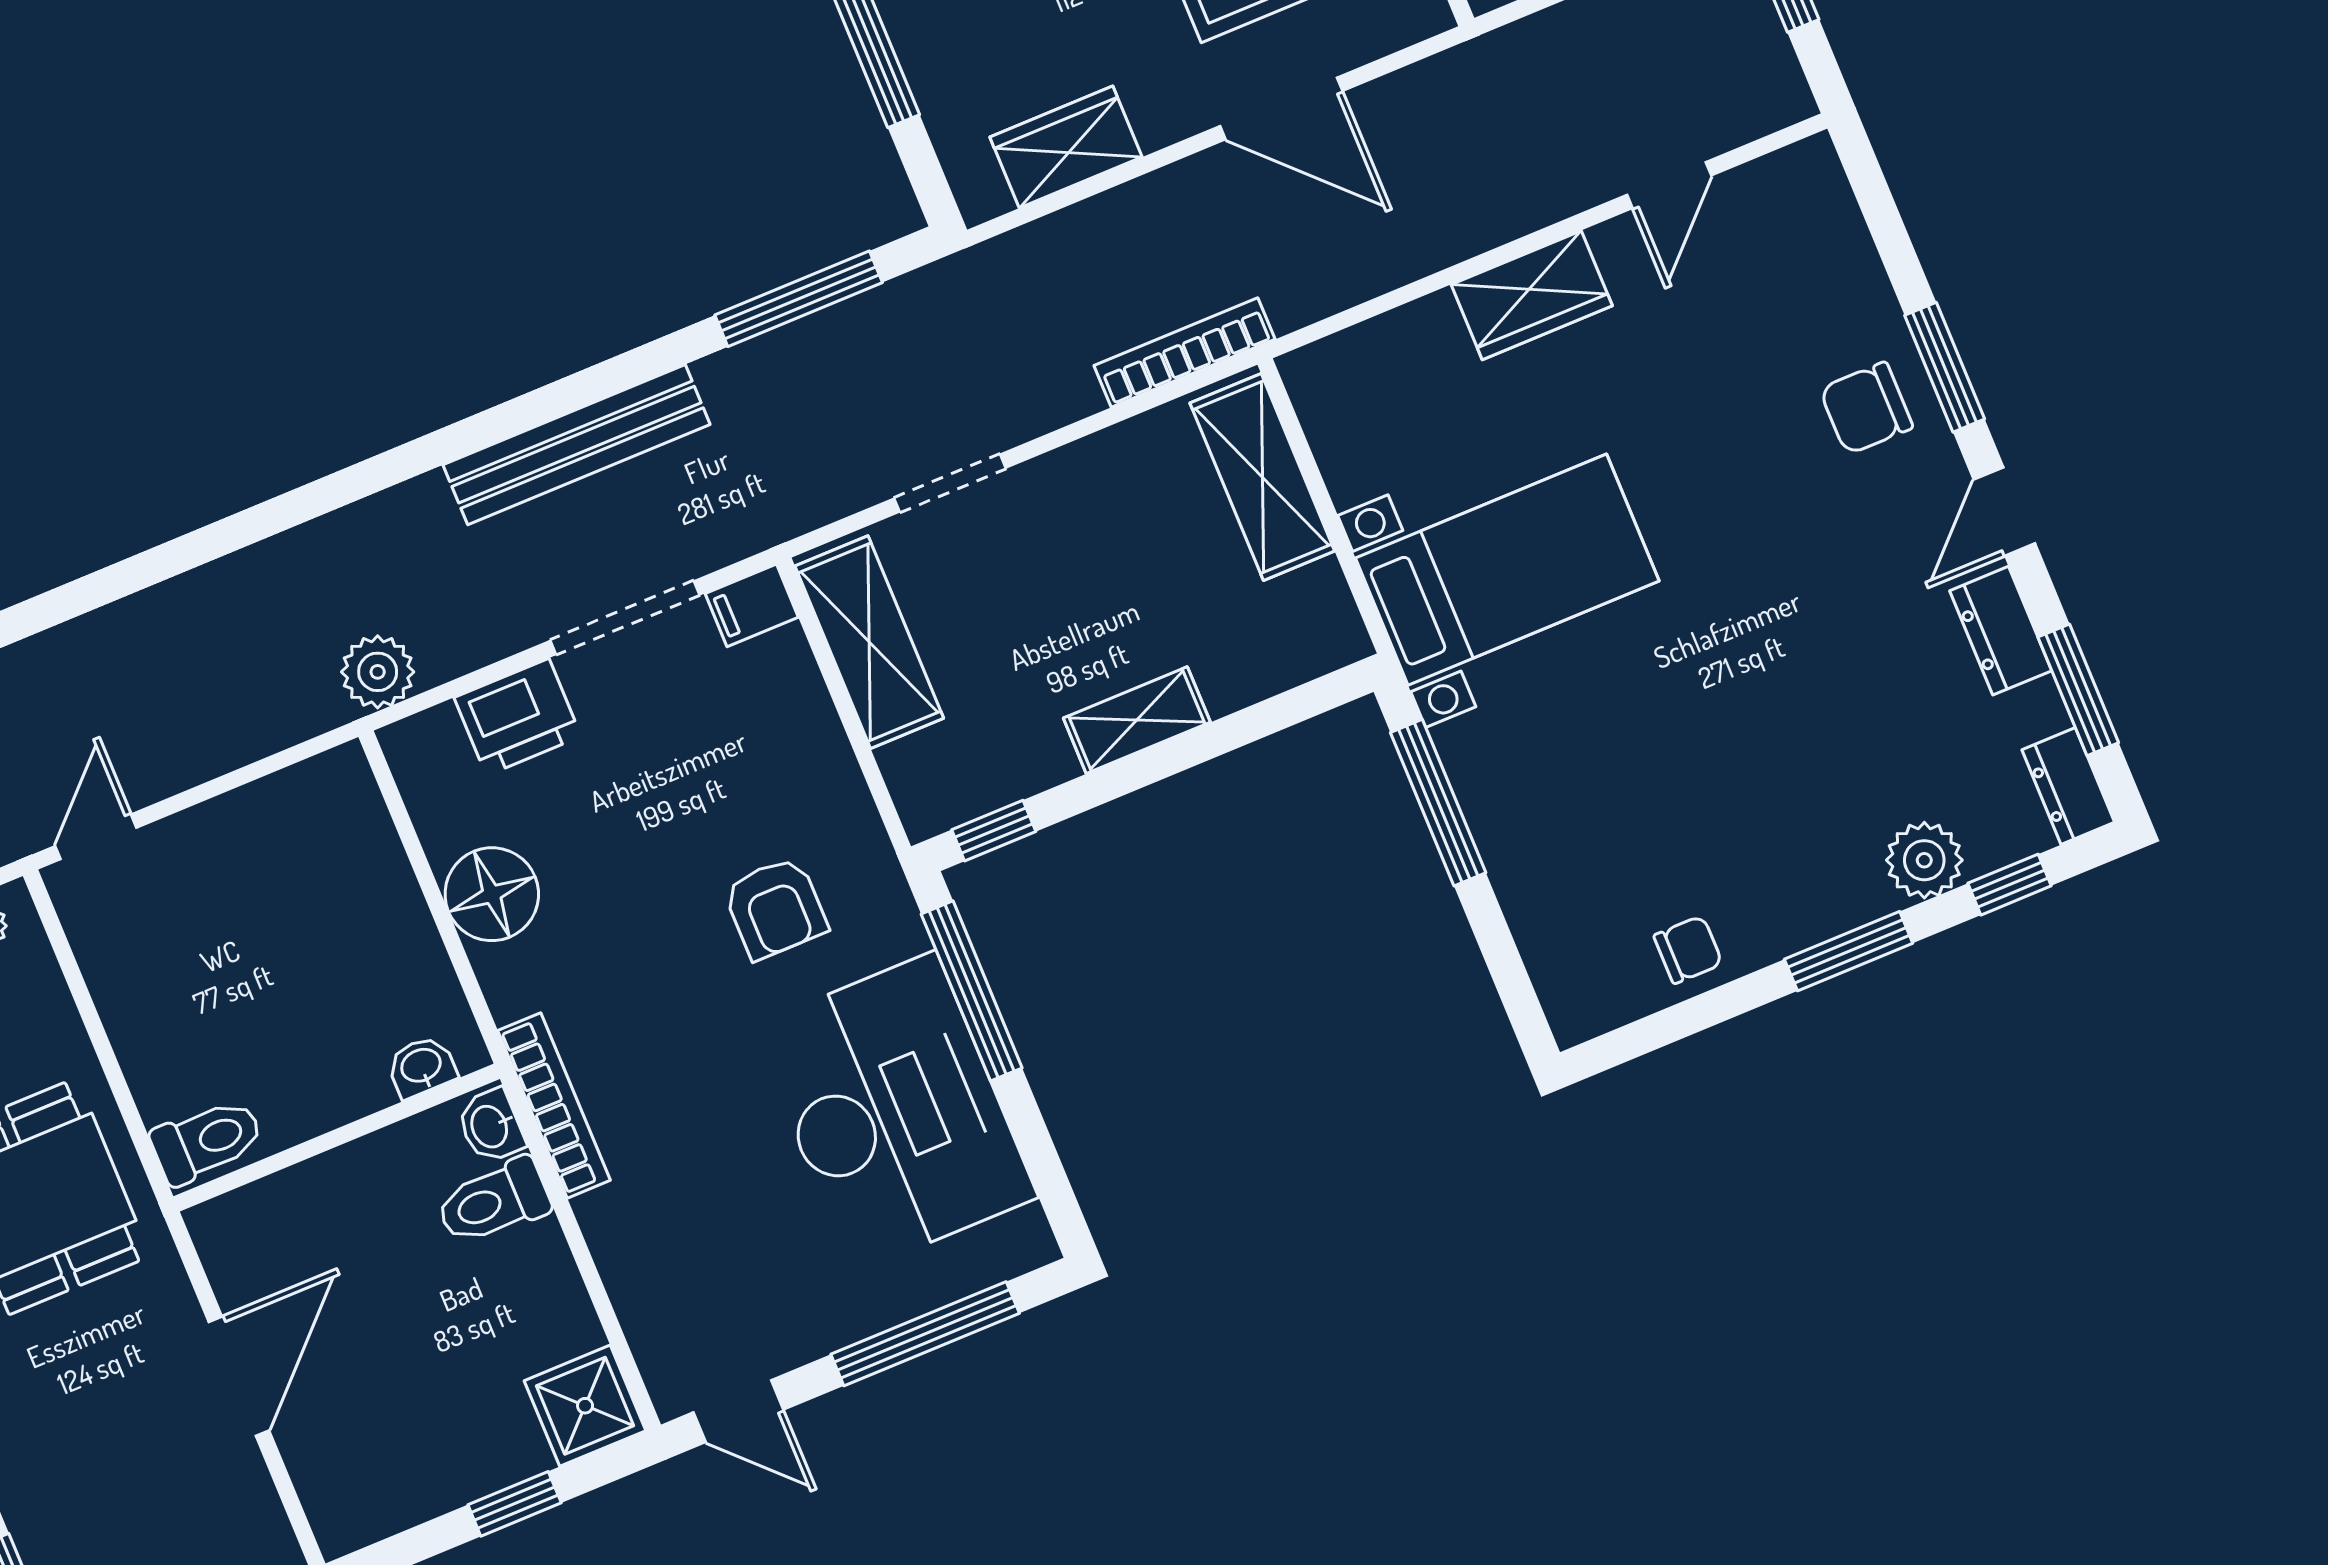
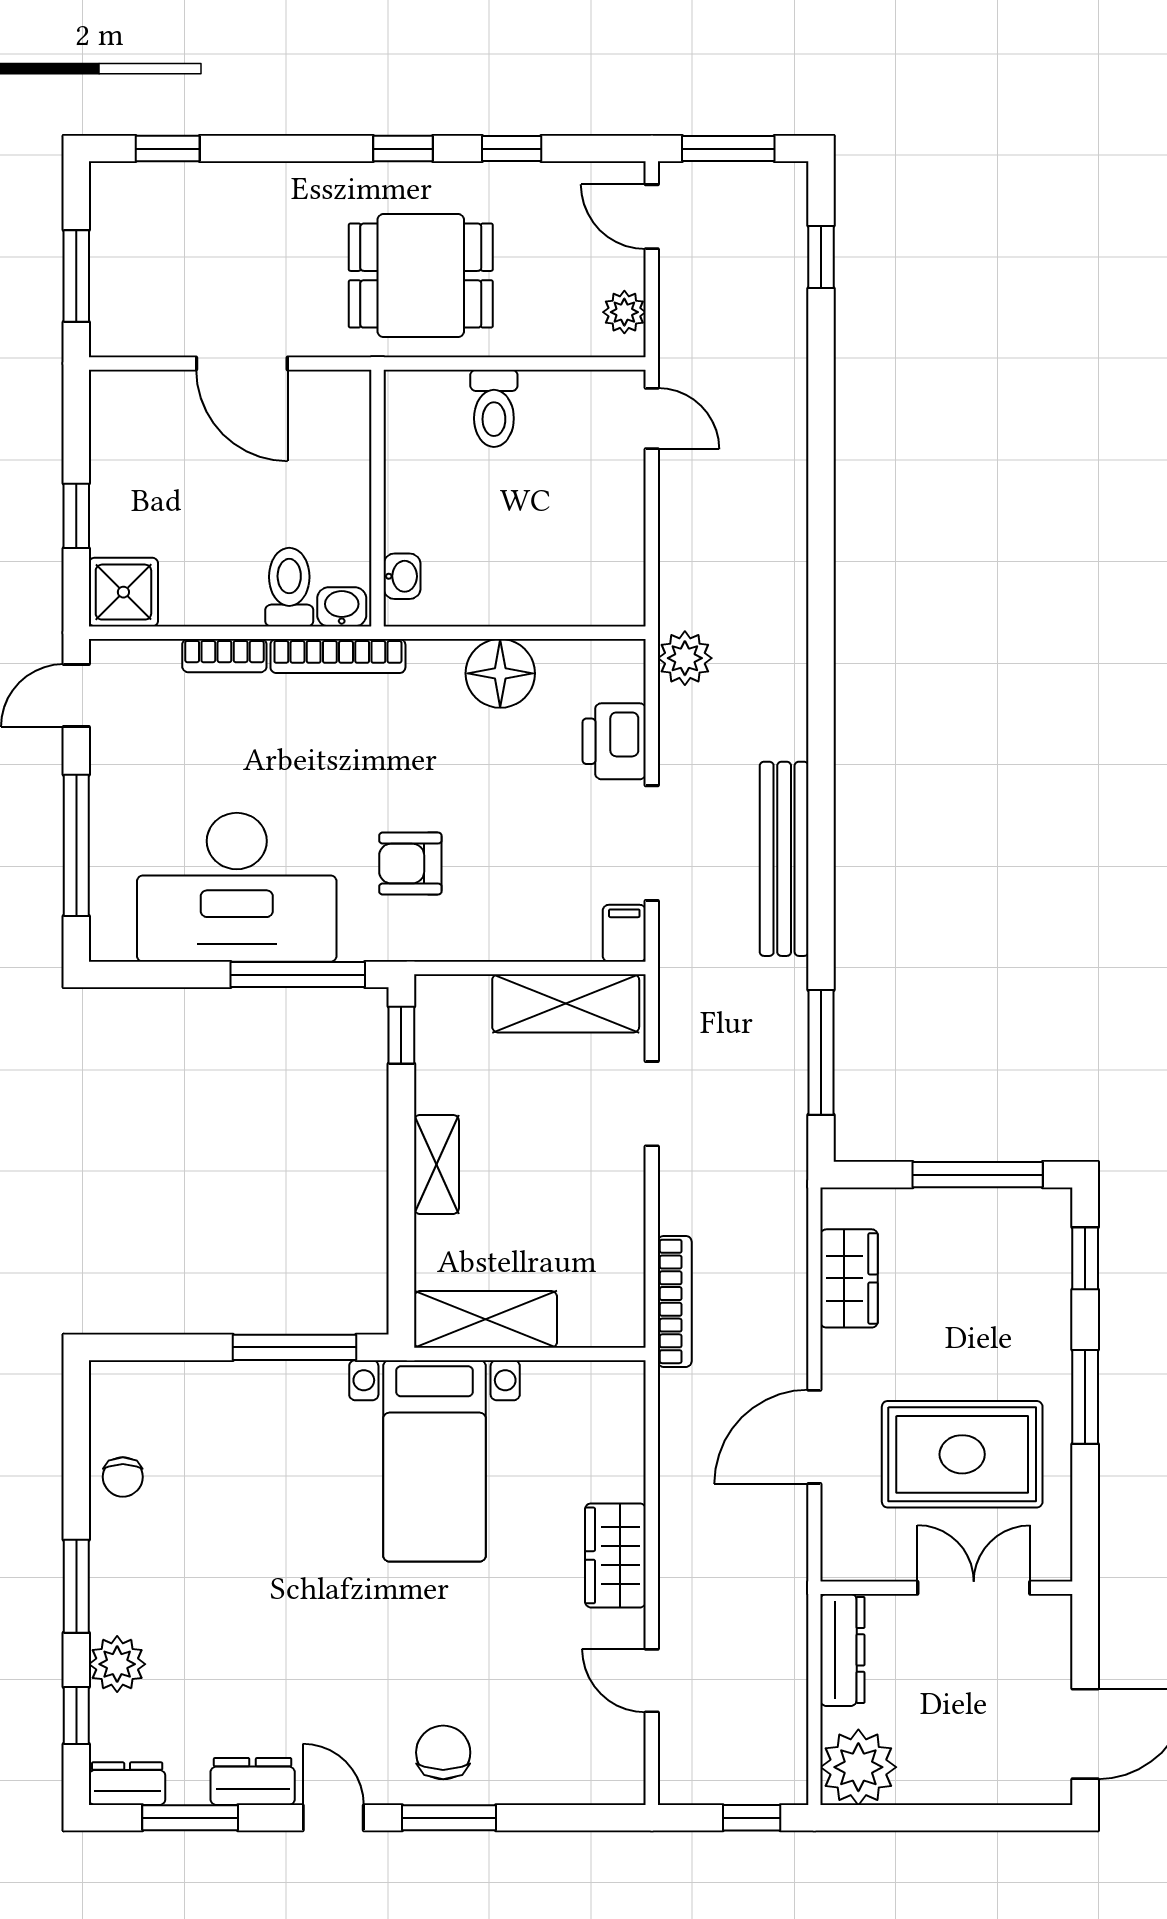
shelving: (1262, 477) -> (486, 1319), moved
toilet: (207, 1141) -> (494, 408), moved
bookcase: (612, 1247) -> (224, 656), added

